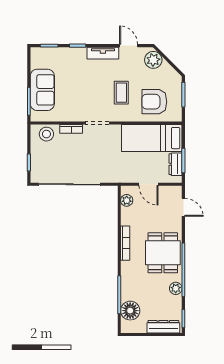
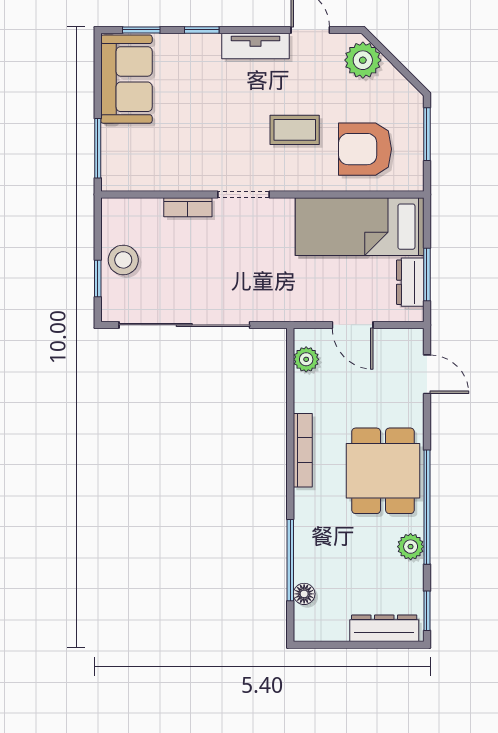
sofa: (42, 90) -> (126, 79), moved
coffee table: (121, 93) -> (295, 130), turned 90
stool: (46, 134) -> (123, 260), moved
floor lamp: (130, 311) -> (304, 594), width x0.53, depth x0.53

